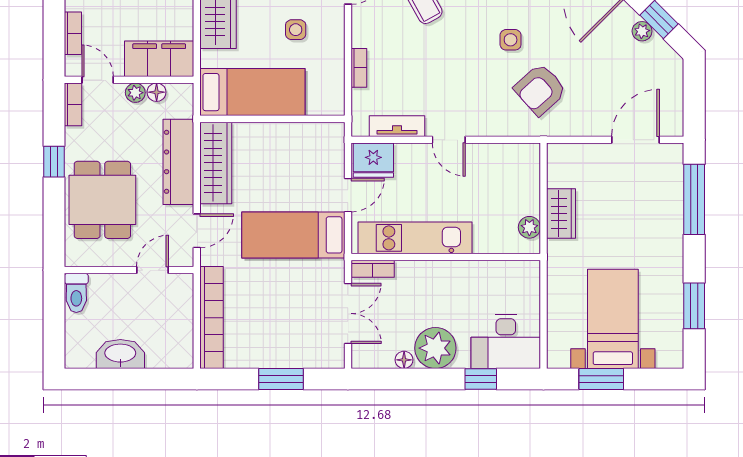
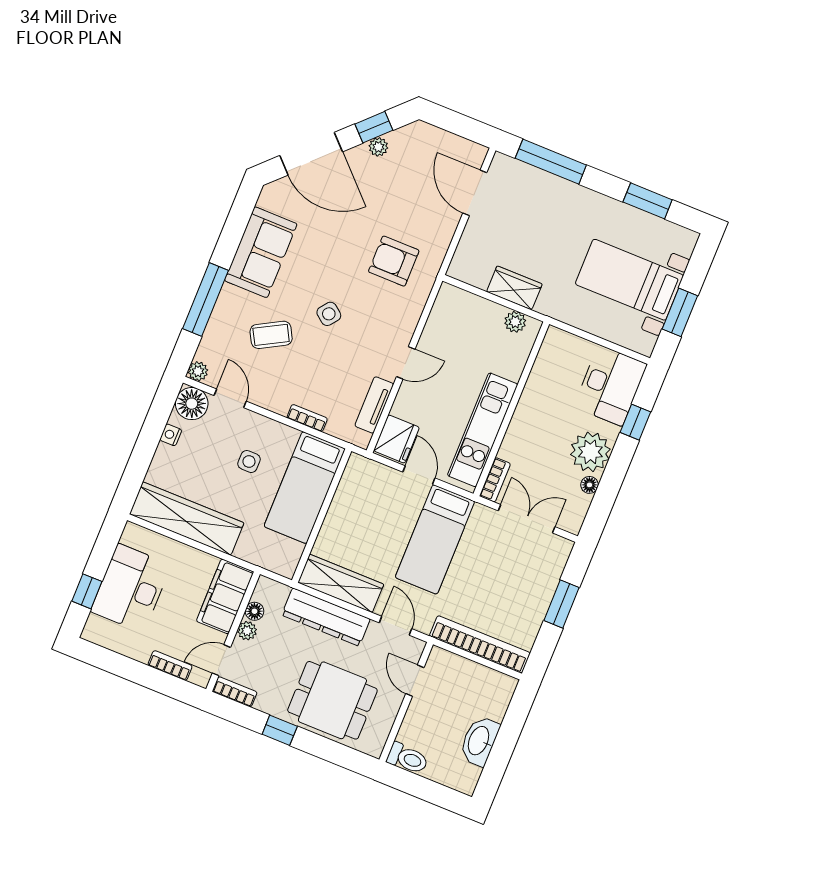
side table: (511, 40) -> (329, 314), moved, turned 38
armchair: (540, 89) -> (394, 261), turned 132
bed: (252, 92) -> (305, 488), moved, turned 180

